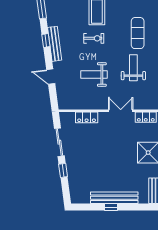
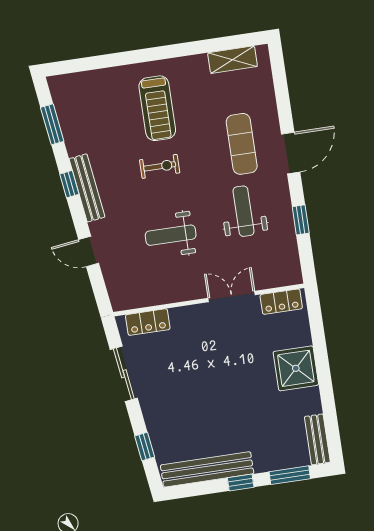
locker: (87, 117) -> (148, 322), moved
window: (63, 170) -> (145, 447), moved
bench: (114, 198) -> (207, 469), moved
window: (137, 207) -> (290, 475), added

